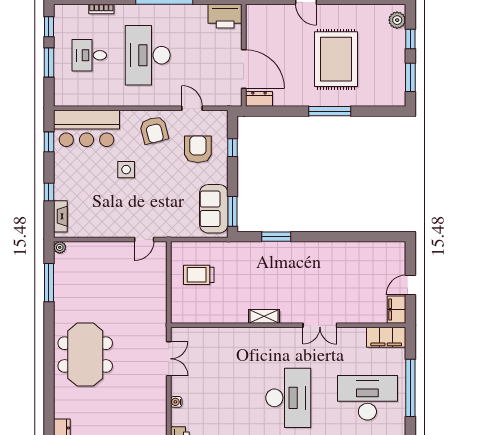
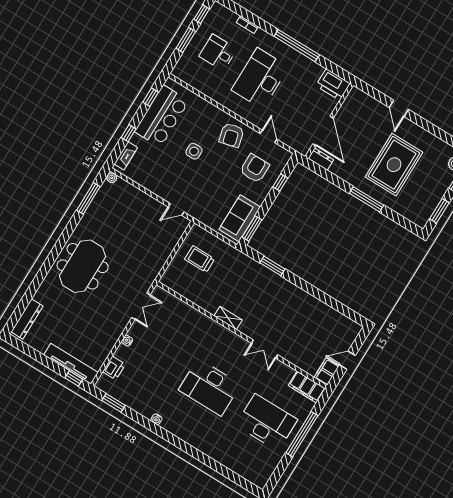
bar counter: (87, 128) -> (162, 116), moved, turned -90
desk: (288, 398) -> (210, 387), turned 90

